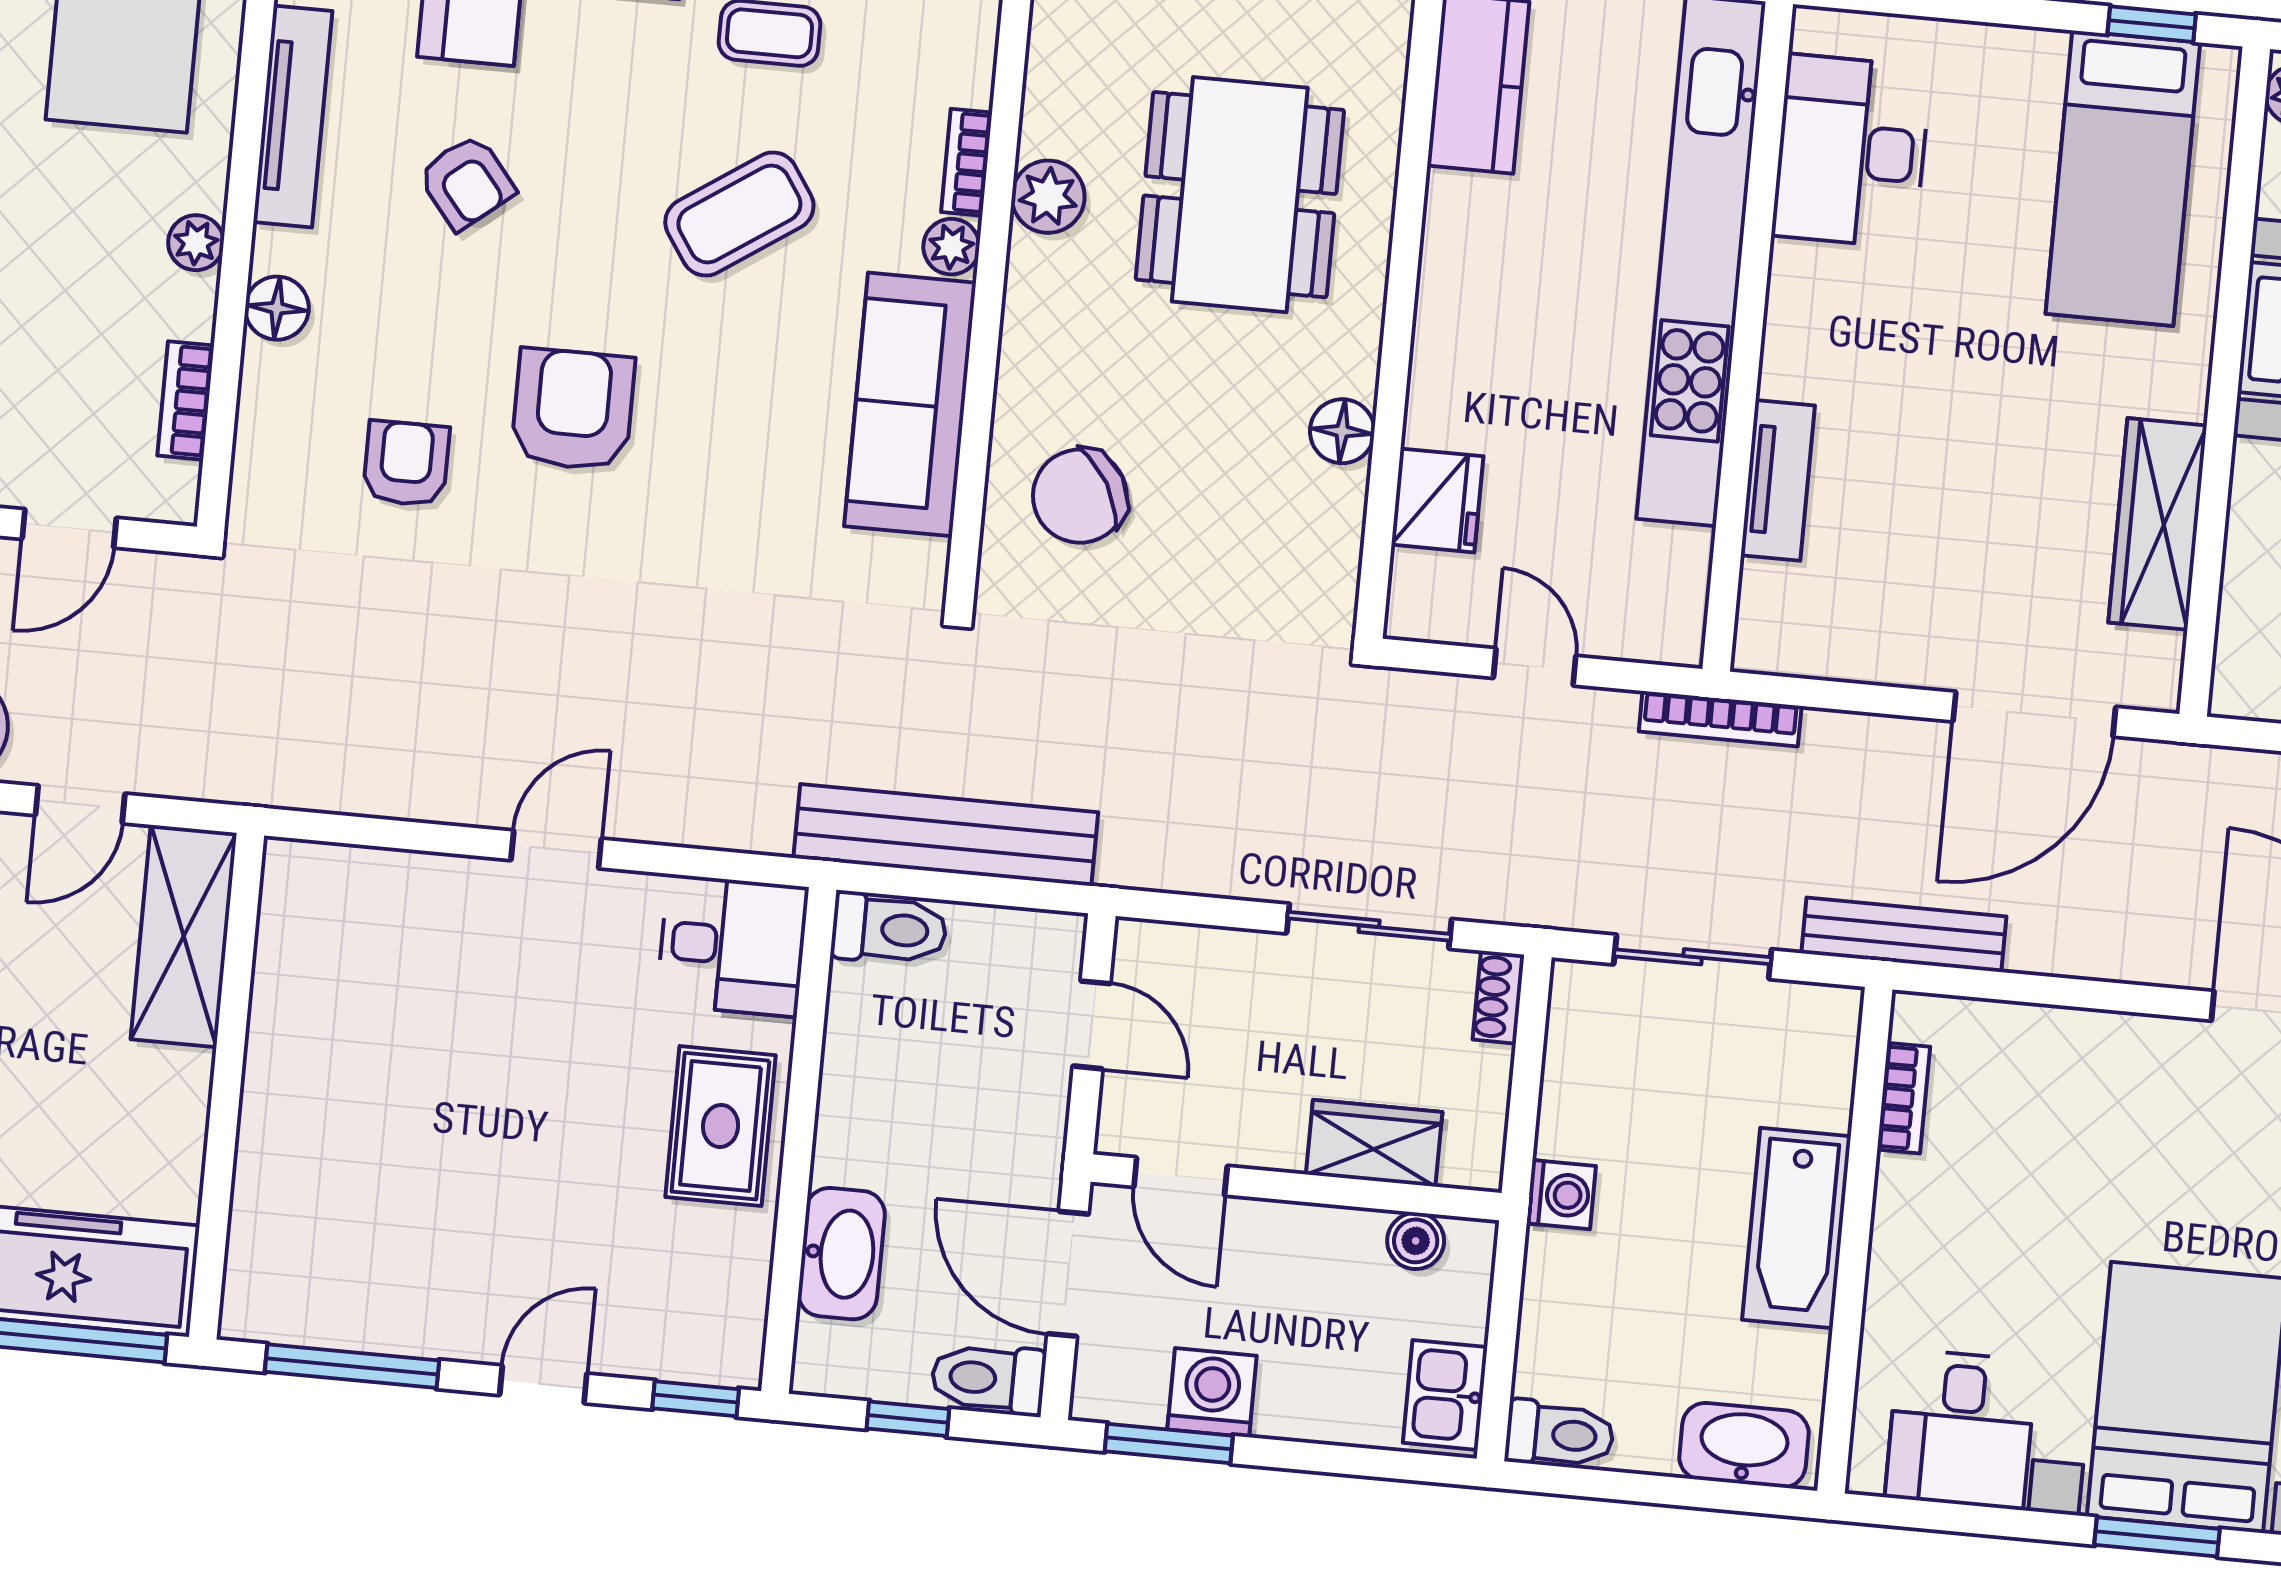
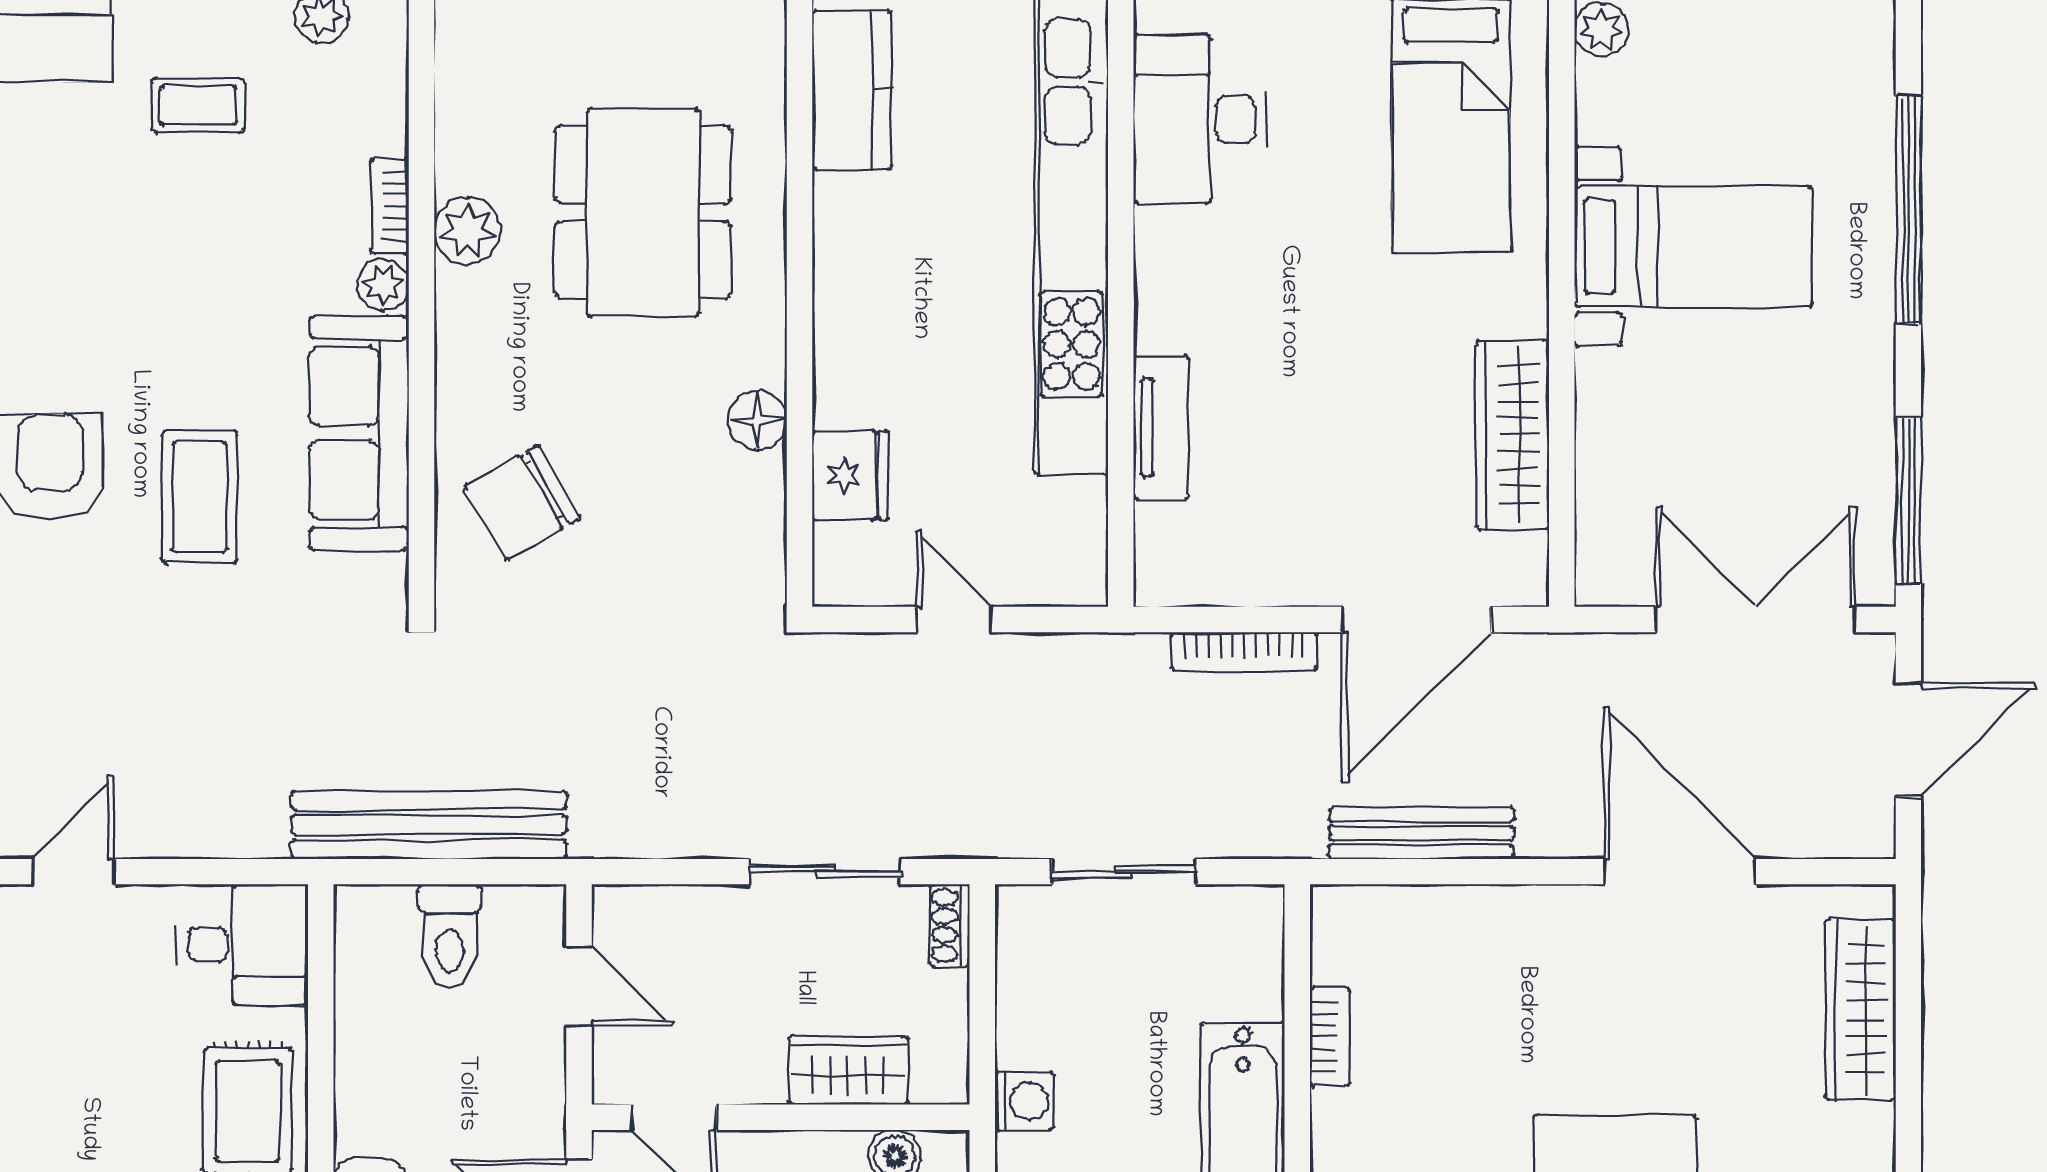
coffee table: (739, 214) -> (200, 497), moved, turned -56
bookcase: (1720, 719) -> (1244, 651), moved
toilet: (889, 929) -> (450, 936), moved, turned 90
bench: (1904, 935) -> (1421, 833), moved
bookcase: (1904, 1098) -> (1330, 1037), moved

